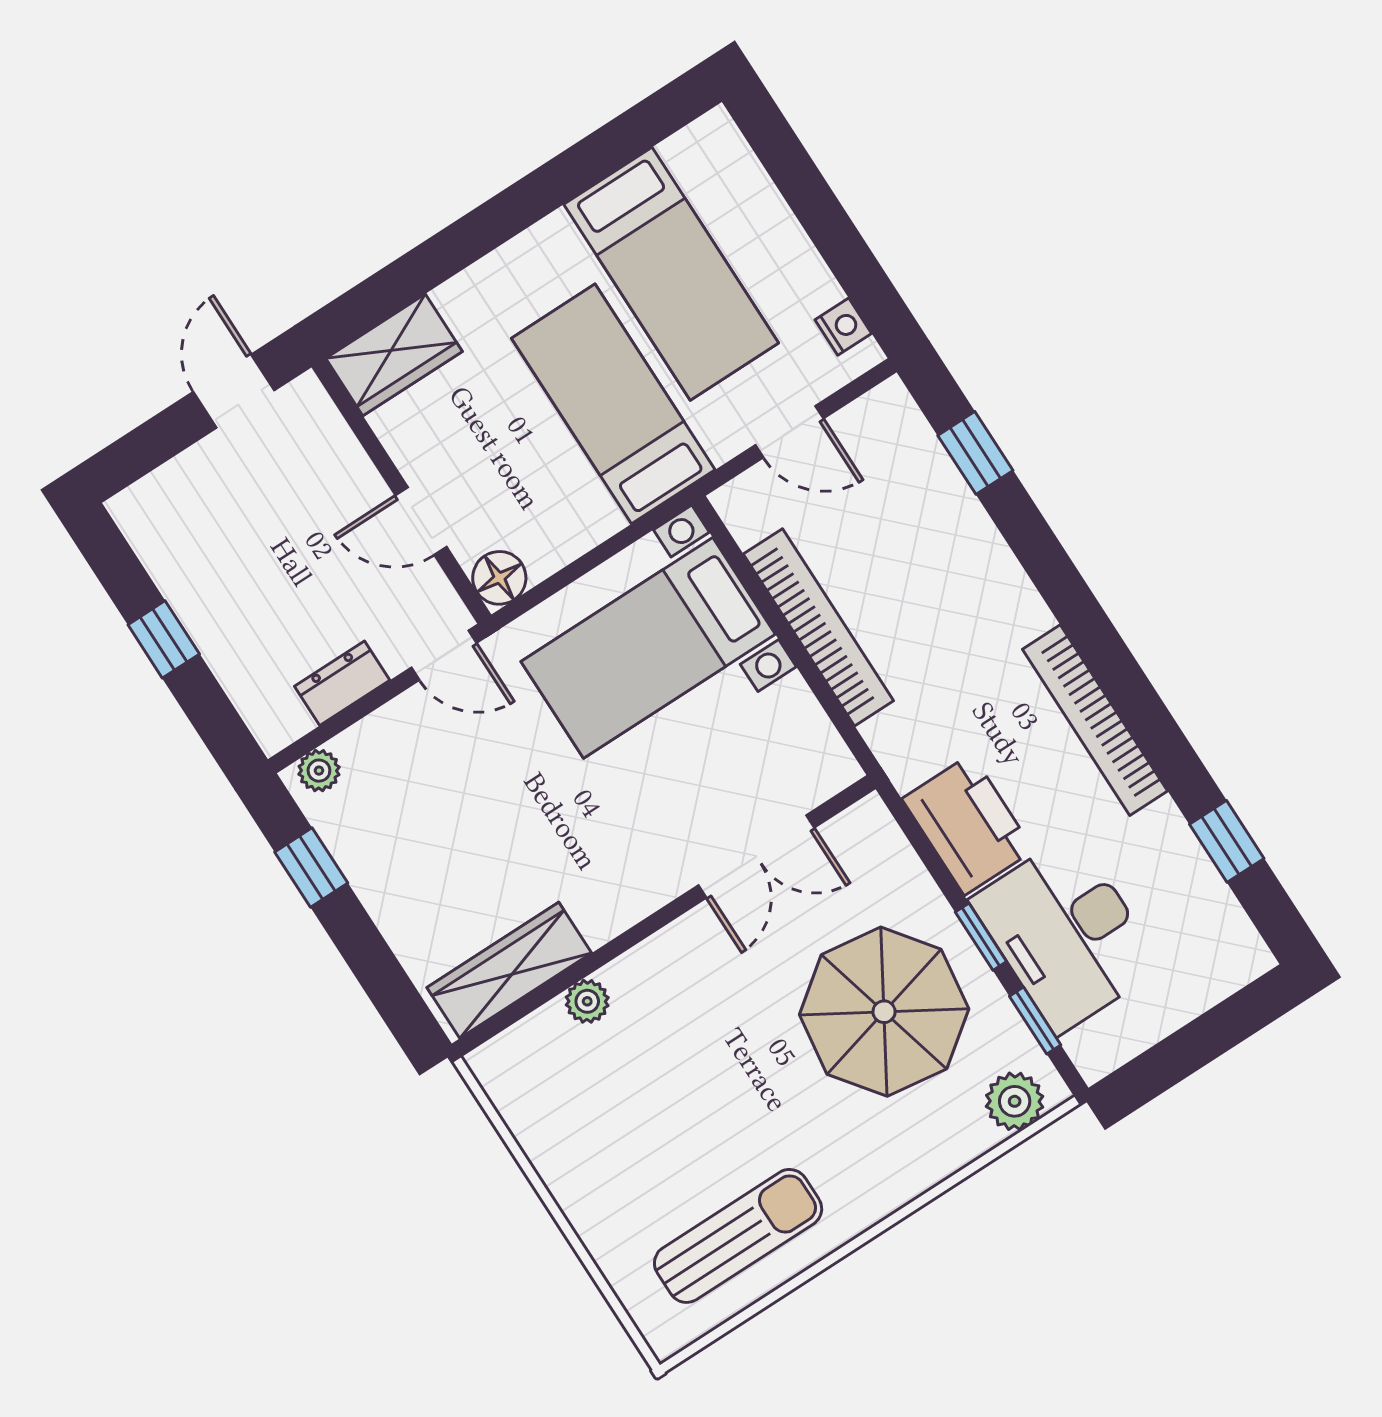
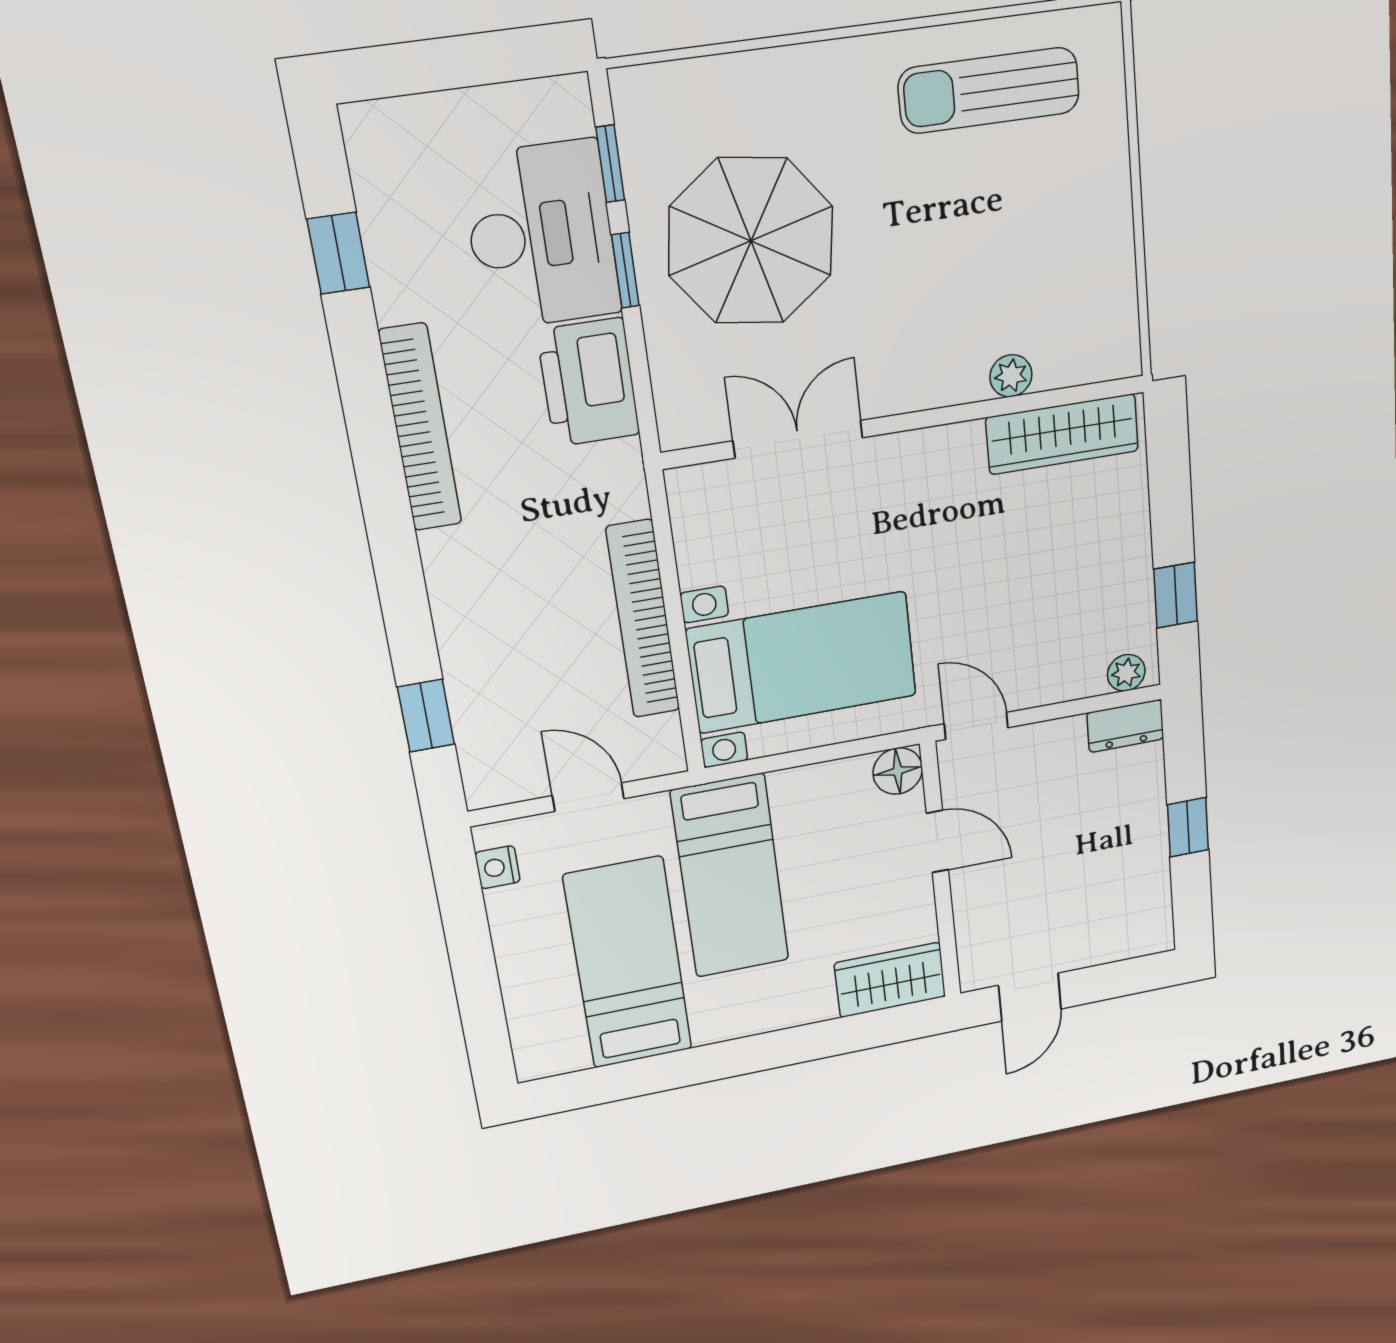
dresser: (342, 683) -> (1125, 726), moved
plant: (1015, 1101) -> (667, 93), removed

